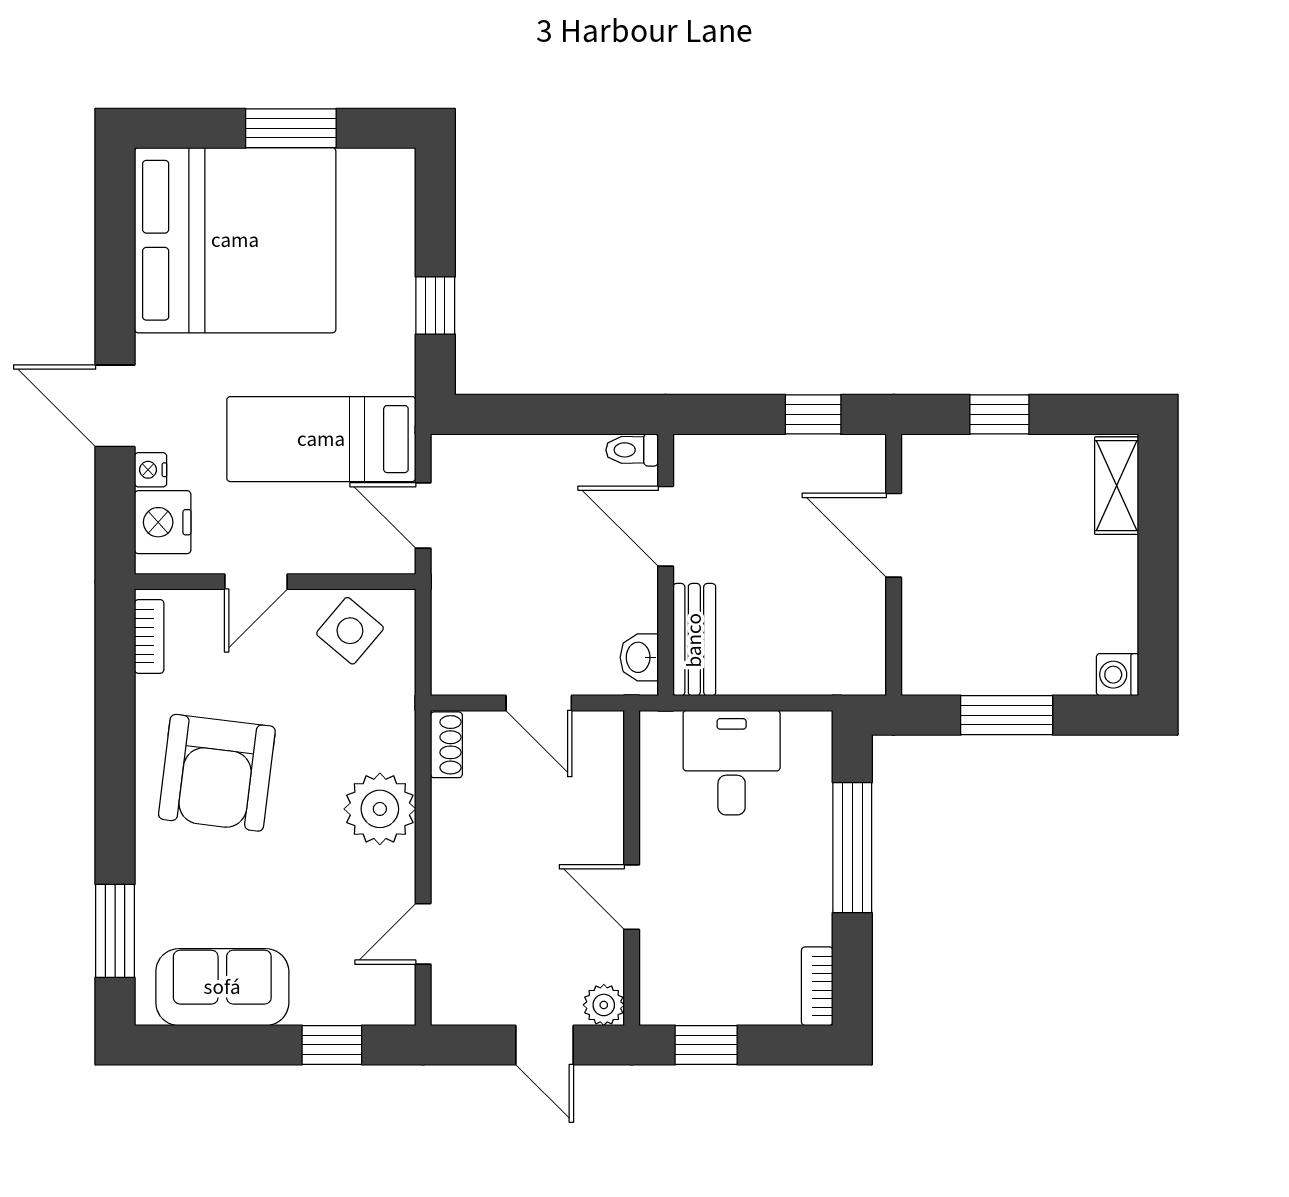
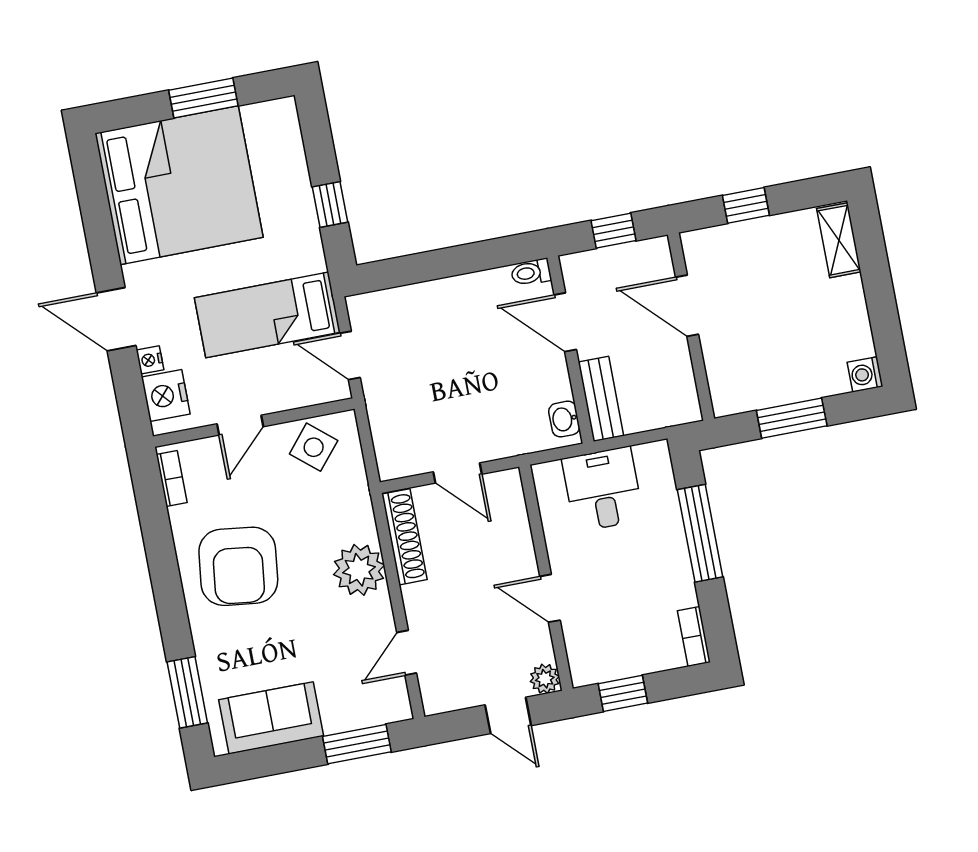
toilet: (632, 450) -> (531, 273), moved
door: (666, 526) -> (565, 322), moved
wall: (666, 565) -> (570, 350), moved
bench: (694, 640) -> (601, 399), moved
washbasin: (639, 657) -> (564, 419), moved
shoe rack: (446, 745) -> (404, 537), width x1.94, depth x1.24
window: (332, 1045) -> (357, 744), width x1.50

